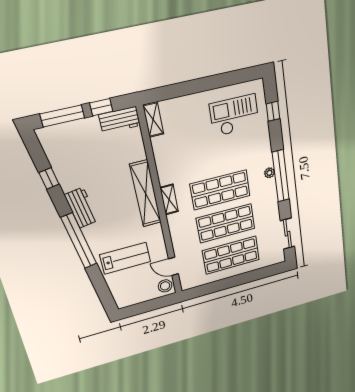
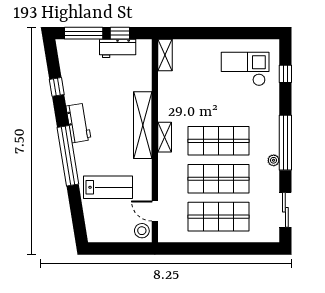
workbench: (120, 120) -> (118, 48), moved
plant: (269, 173) -> (274, 160), moved

